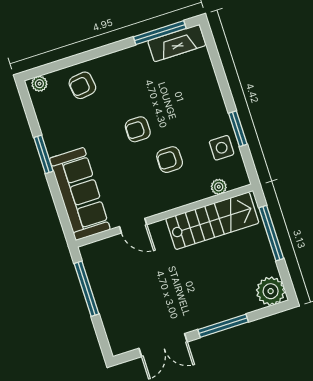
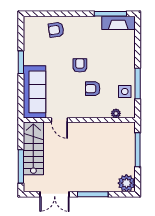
plant: (39, 84) -> (32, 21), removed
armchair: (138, 129) -> (80, 65), turned 90
window: (238, 129) -> (138, 84), width x1.44
stairs: (212, 221) -> (33, 148), moved, turned -90
window: (87, 289) -> (21, 166), moved

